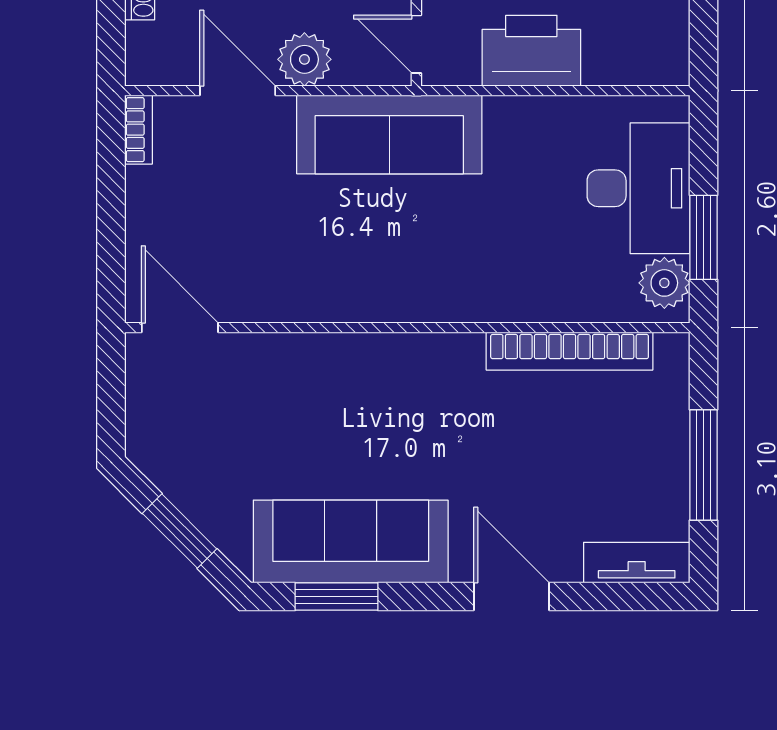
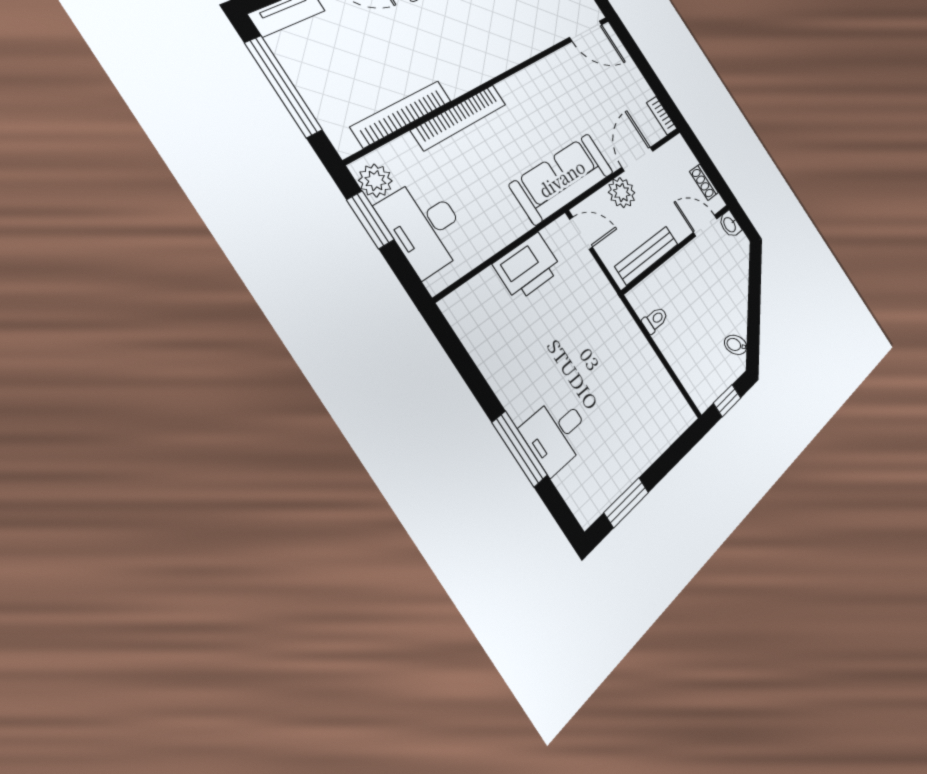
door: (238, 91) -> (637, 159), swing flipped
bookcase: (489, 304) -> (459, 117), added
window: (704, 465) -> (284, 87), width x1.46

